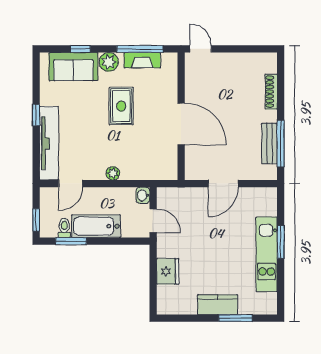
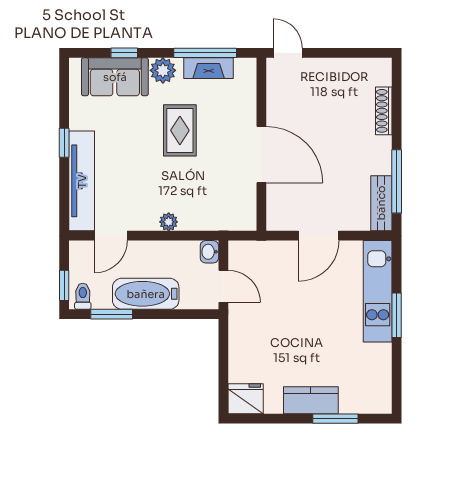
bench: (269, 144) -> (381, 203), moved
toilet: (64, 228) -> (83, 296), moved
kitchen unit: (267, 254) -> (378, 291), moved
fridge: (168, 271) -> (246, 399), moved, turned -90

